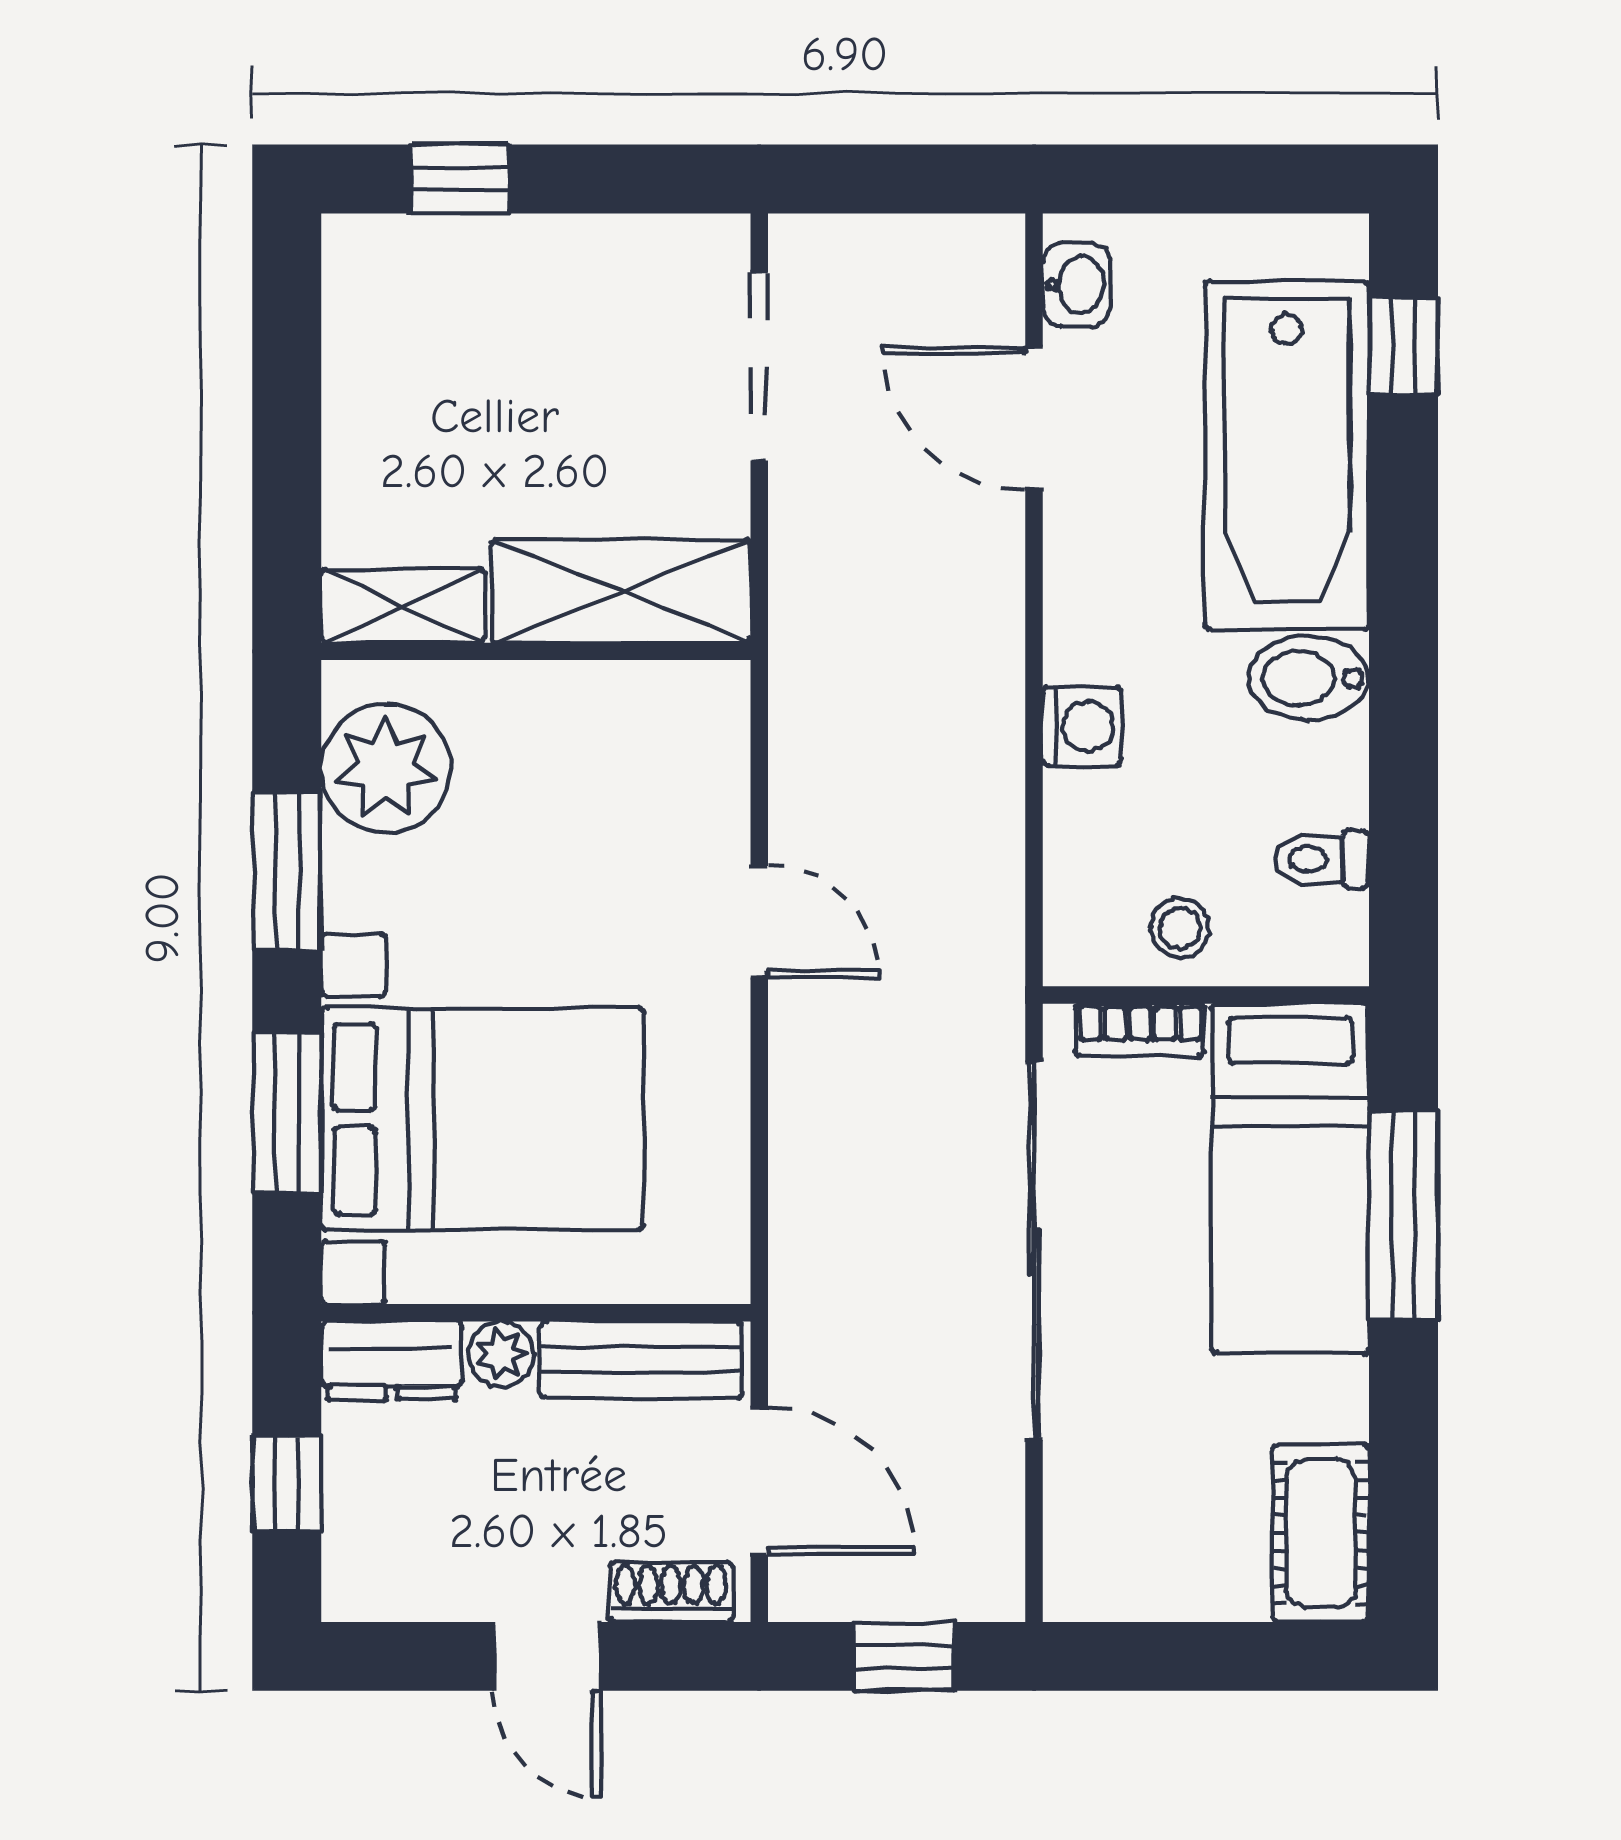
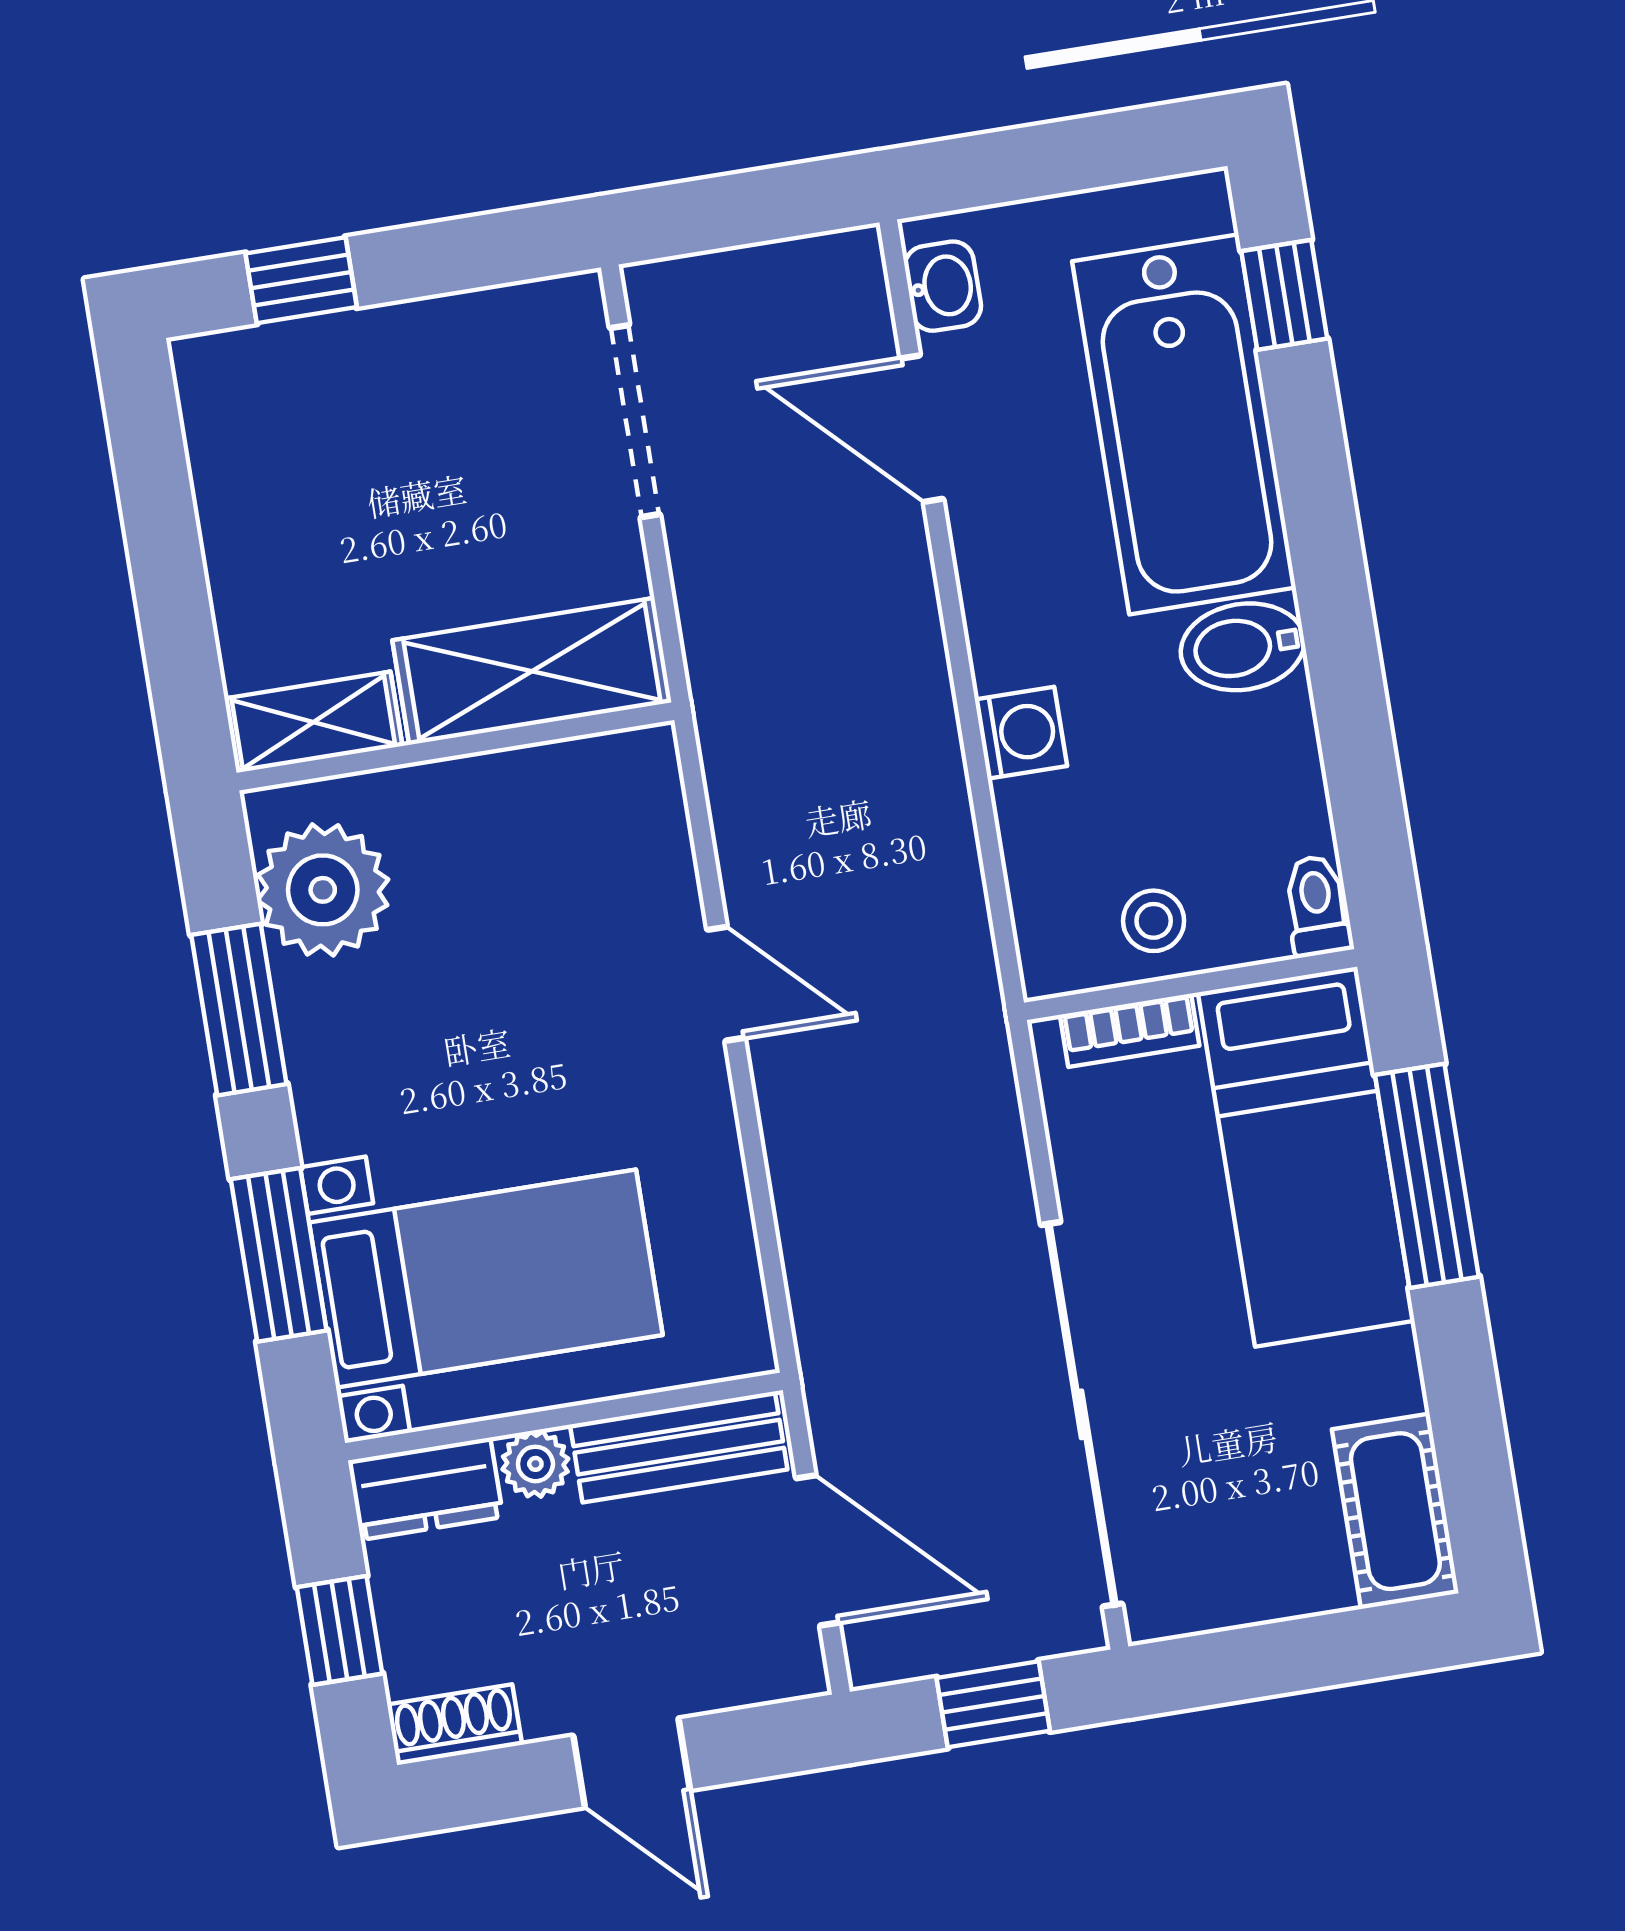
toilet: (1322, 859) -> (1317, 906), moved, turned 90
bed with nightstands: (482, 1119) -> (486, 1279), width x0.73
sliding door: (1034, 1251) -> (1082, 1414), moved
shoe rack: (671, 1592) -> (455, 1725), moved

